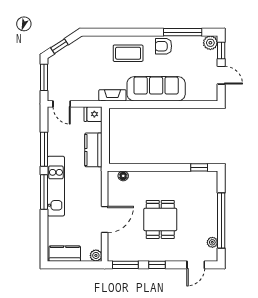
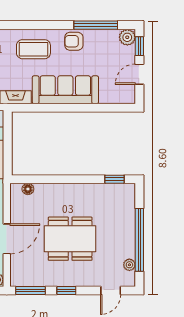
door: (221, 75) -> (139, 74), swing flipped
dining table: (160, 219) -> (70, 239), width x1.38

